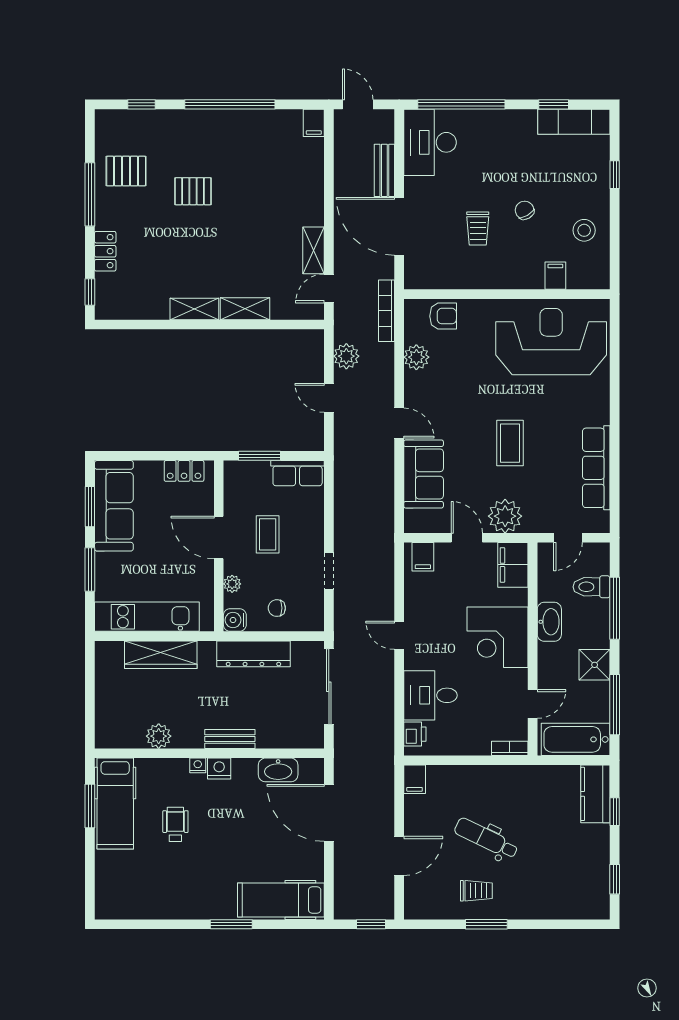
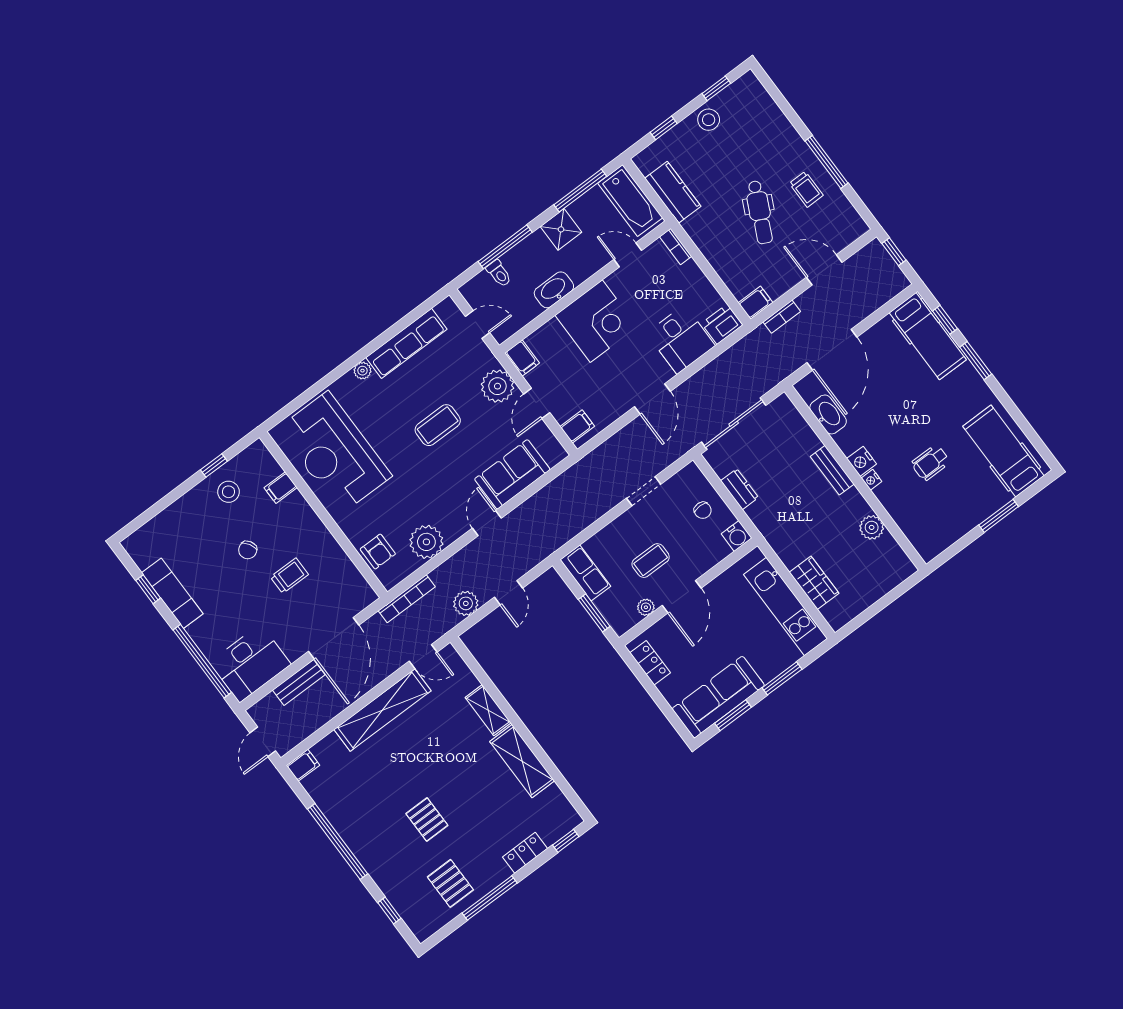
exam couch: (574, 122) -> (172, 593), moved
window: (615, 175) -> (214, 466), moved
shelving: (314, 250) -> (383, 710), width x2.20, depth x1.33
shelving: (194, 309) -> (522, 761), width x1.50, depth x1.33
armchair: (443, 316) -> (378, 551), turned 180
plant: (416, 357) -> (426, 542), width x1.36, depth x1.36
plant: (601, 415) -> (362, 371), added
filing cabinet: (513, 565) -> (522, 358), width x0.50
plant: (232, 584) -> (646, 607), moved
toilet: (592, 587) -> (499, 273), width x0.73, depth x0.72
door: (399, 635) -> (652, 399), width x1.38
dresser: (253, 654) -> (740, 489), width x0.51, depth x0.80
wardrobe: (161, 655) -> (814, 583), width x0.67
printer: (415, 734) -> (722, 324), width x1.36, depth x1.24
bookcase: (387, 792) -> (782, 317), added
kitchen counter: (595, 794) -> (673, 192), moved, turned -90
hospital bed: (115, 803) -> (1003, 451), moved, turned -90
window: (90, 806) -> (999, 516), moved
stool: (594, 854) -> (709, 120), added
trolley: (476, 891) -> (806, 189), turned 180
window: (284, 924) -> (945, 320), added
window: (486, 924) -> (826, 162), width x1.44

